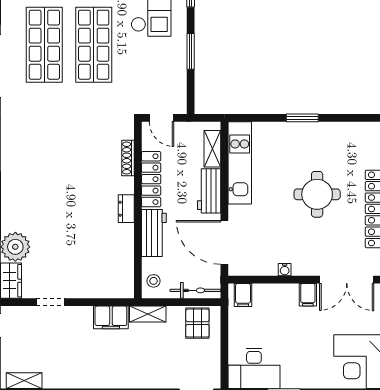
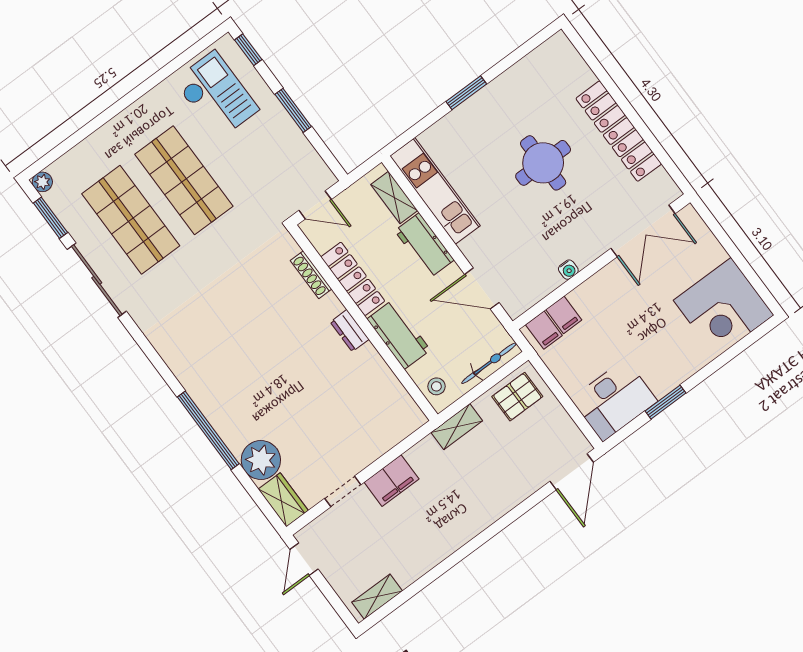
door: (224, 242) -> (482, 288), width x0.73
filing cabinet: (308, 295) -> (564, 315), moved
filing cabinet: (111, 317) -> (392, 481), moved
pallet: (197, 323) -> (517, 397), turned 90

